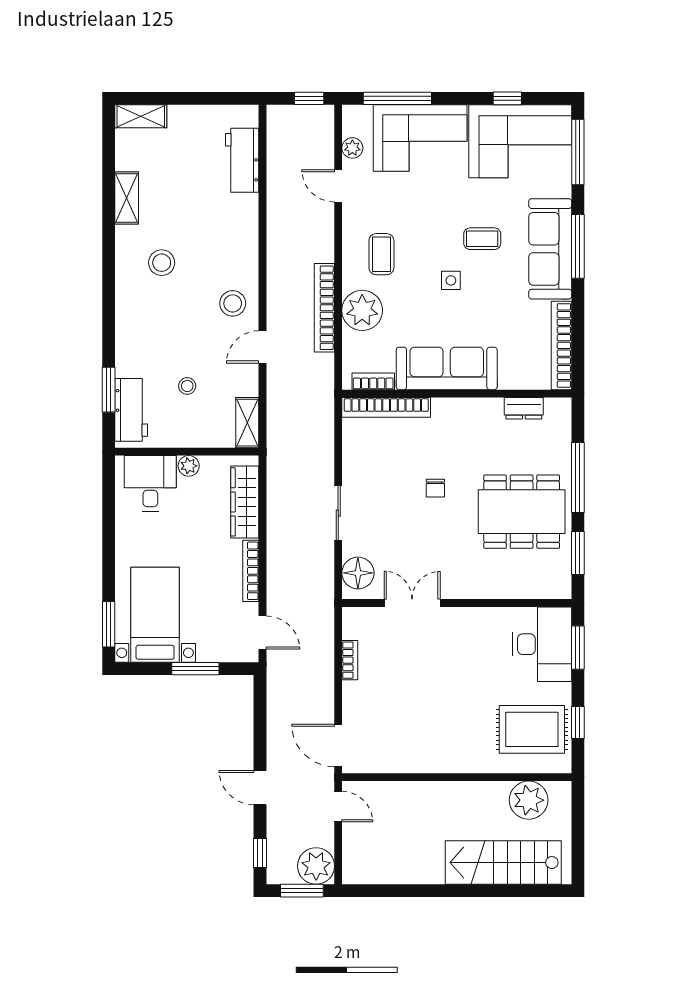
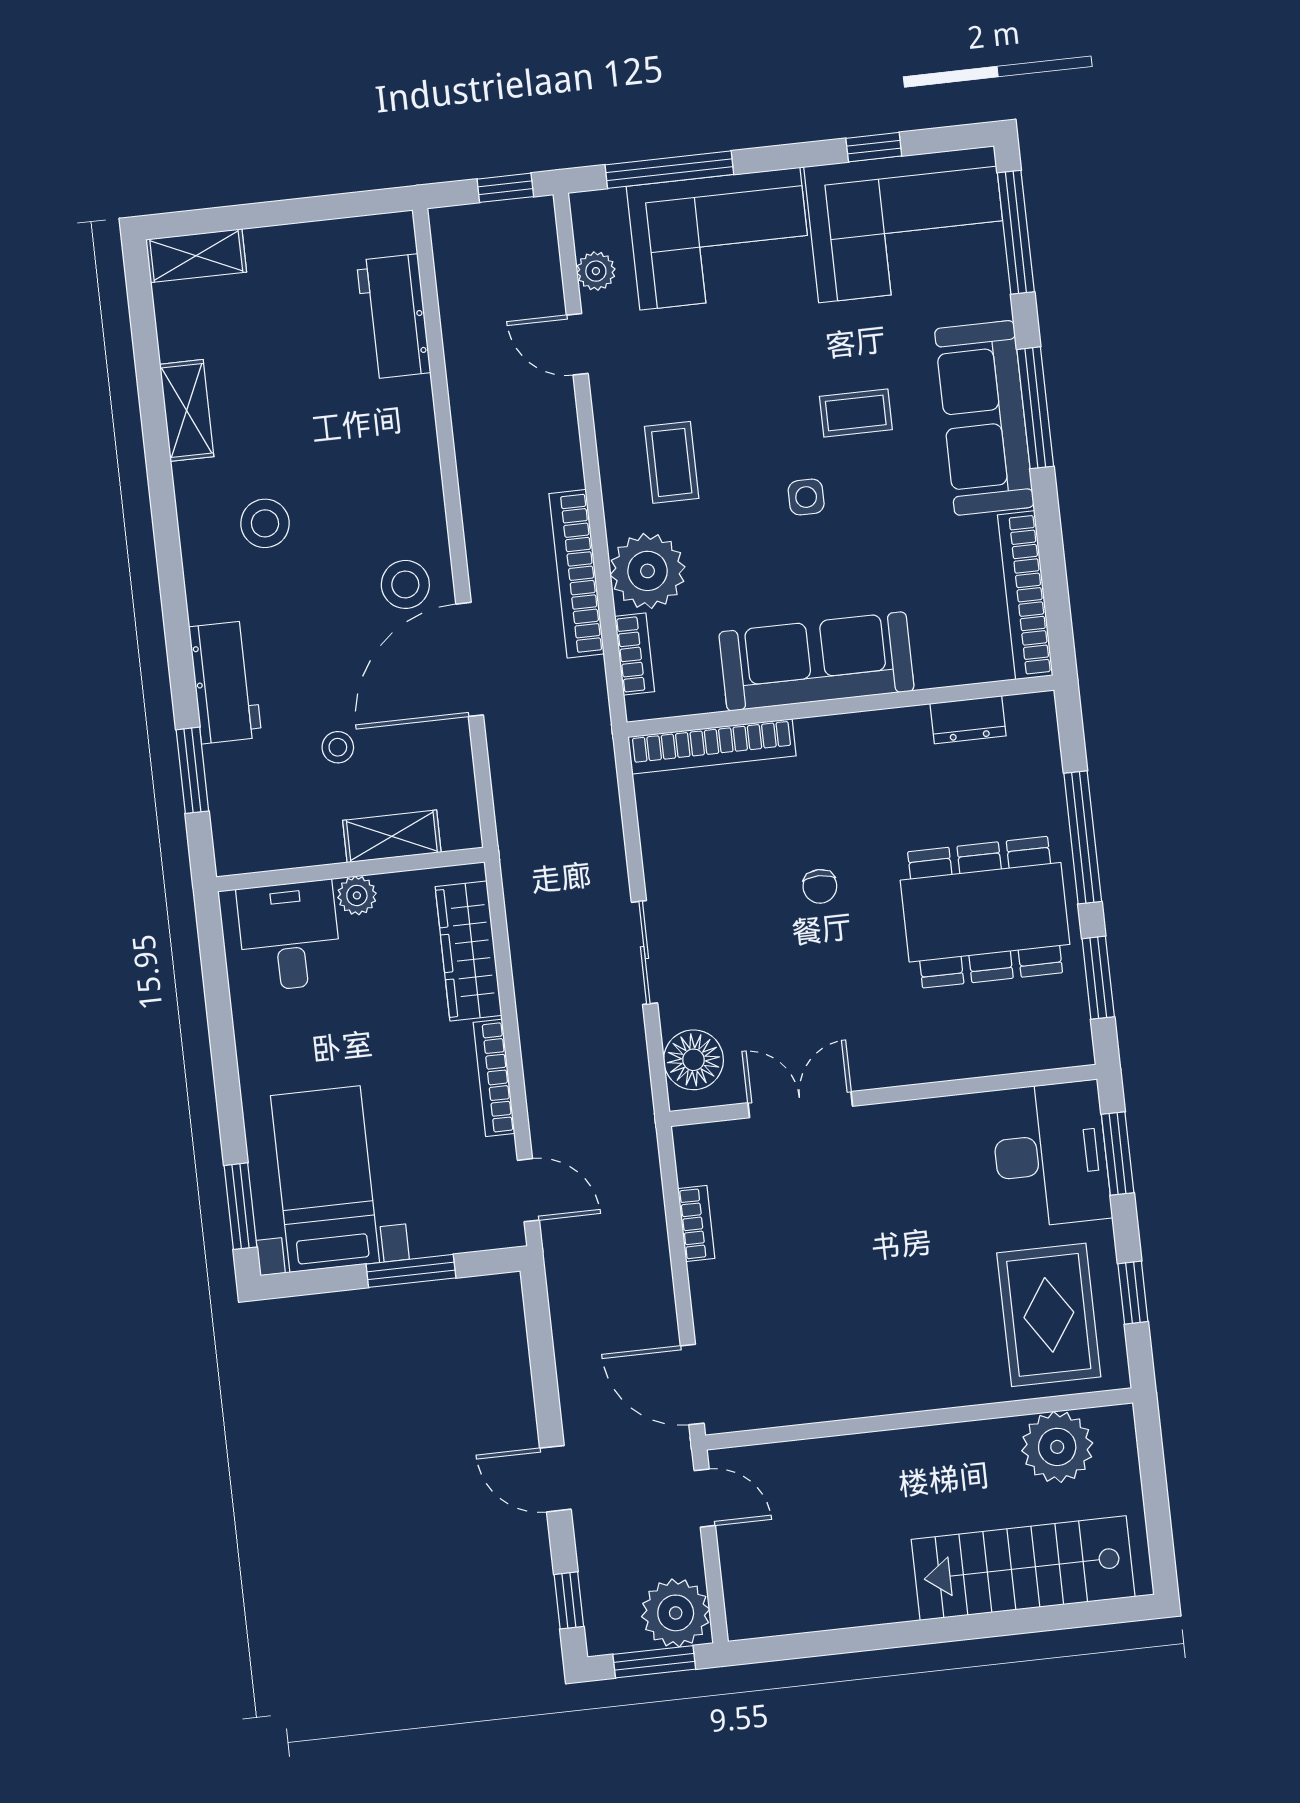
door: (262, 347) -> (470, 659), width x1.88
bookcase: (373, 381) -> (635, 654), moved, turned 90
workbench: (131, 410) -> (225, 682), moved
shelving: (247, 423) -> (392, 836), moved, turned 90
rug: (532, 729) -> (1049, 1315), turned 90

